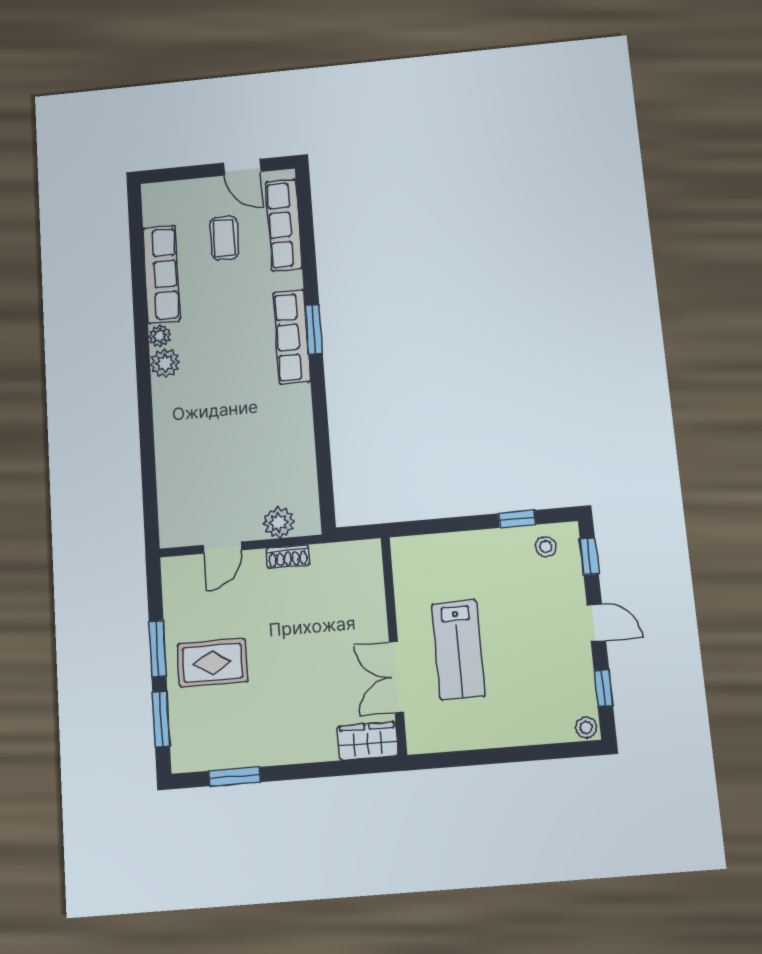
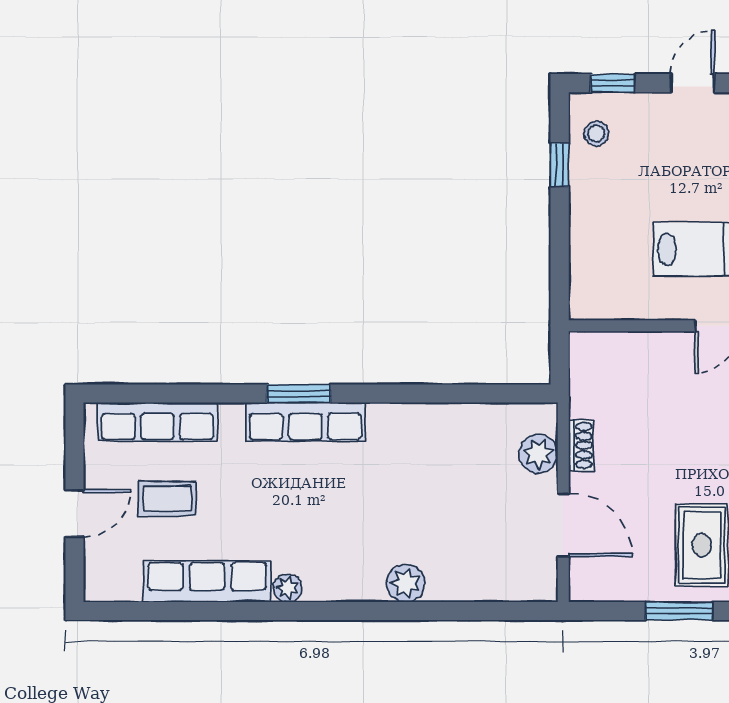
door: (242, 167) -> (74, 513), moved
plant: (165, 363) -> (406, 583), moved
door: (222, 548) -> (563, 525), width x1.38

